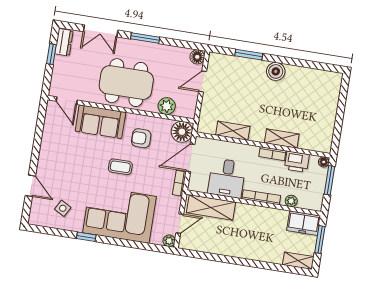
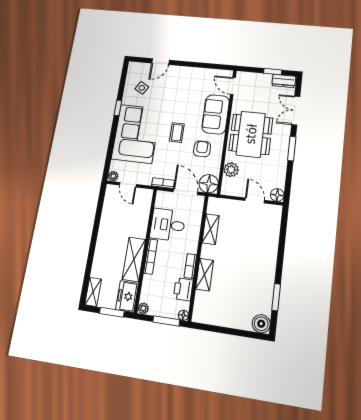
window: (249, 55) -> (276, 297), moved
boiler: (276, 71) -> (261, 324), moved
door: (67, 101) -> (233, 86), hinge flipped
plant: (291, 201) -> (143, 308), moved
shelving: (211, 207) -> (134, 259), moved

